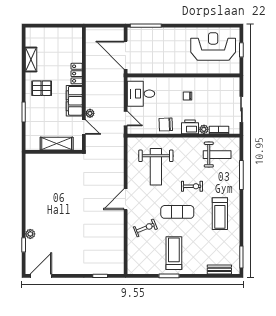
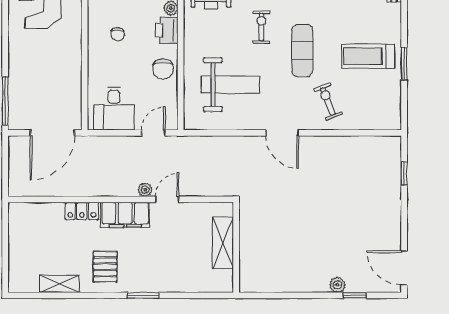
shelving: (57, 144) -> (223, 243), moved
wall: (54, 152) -> (236, 247), moved

